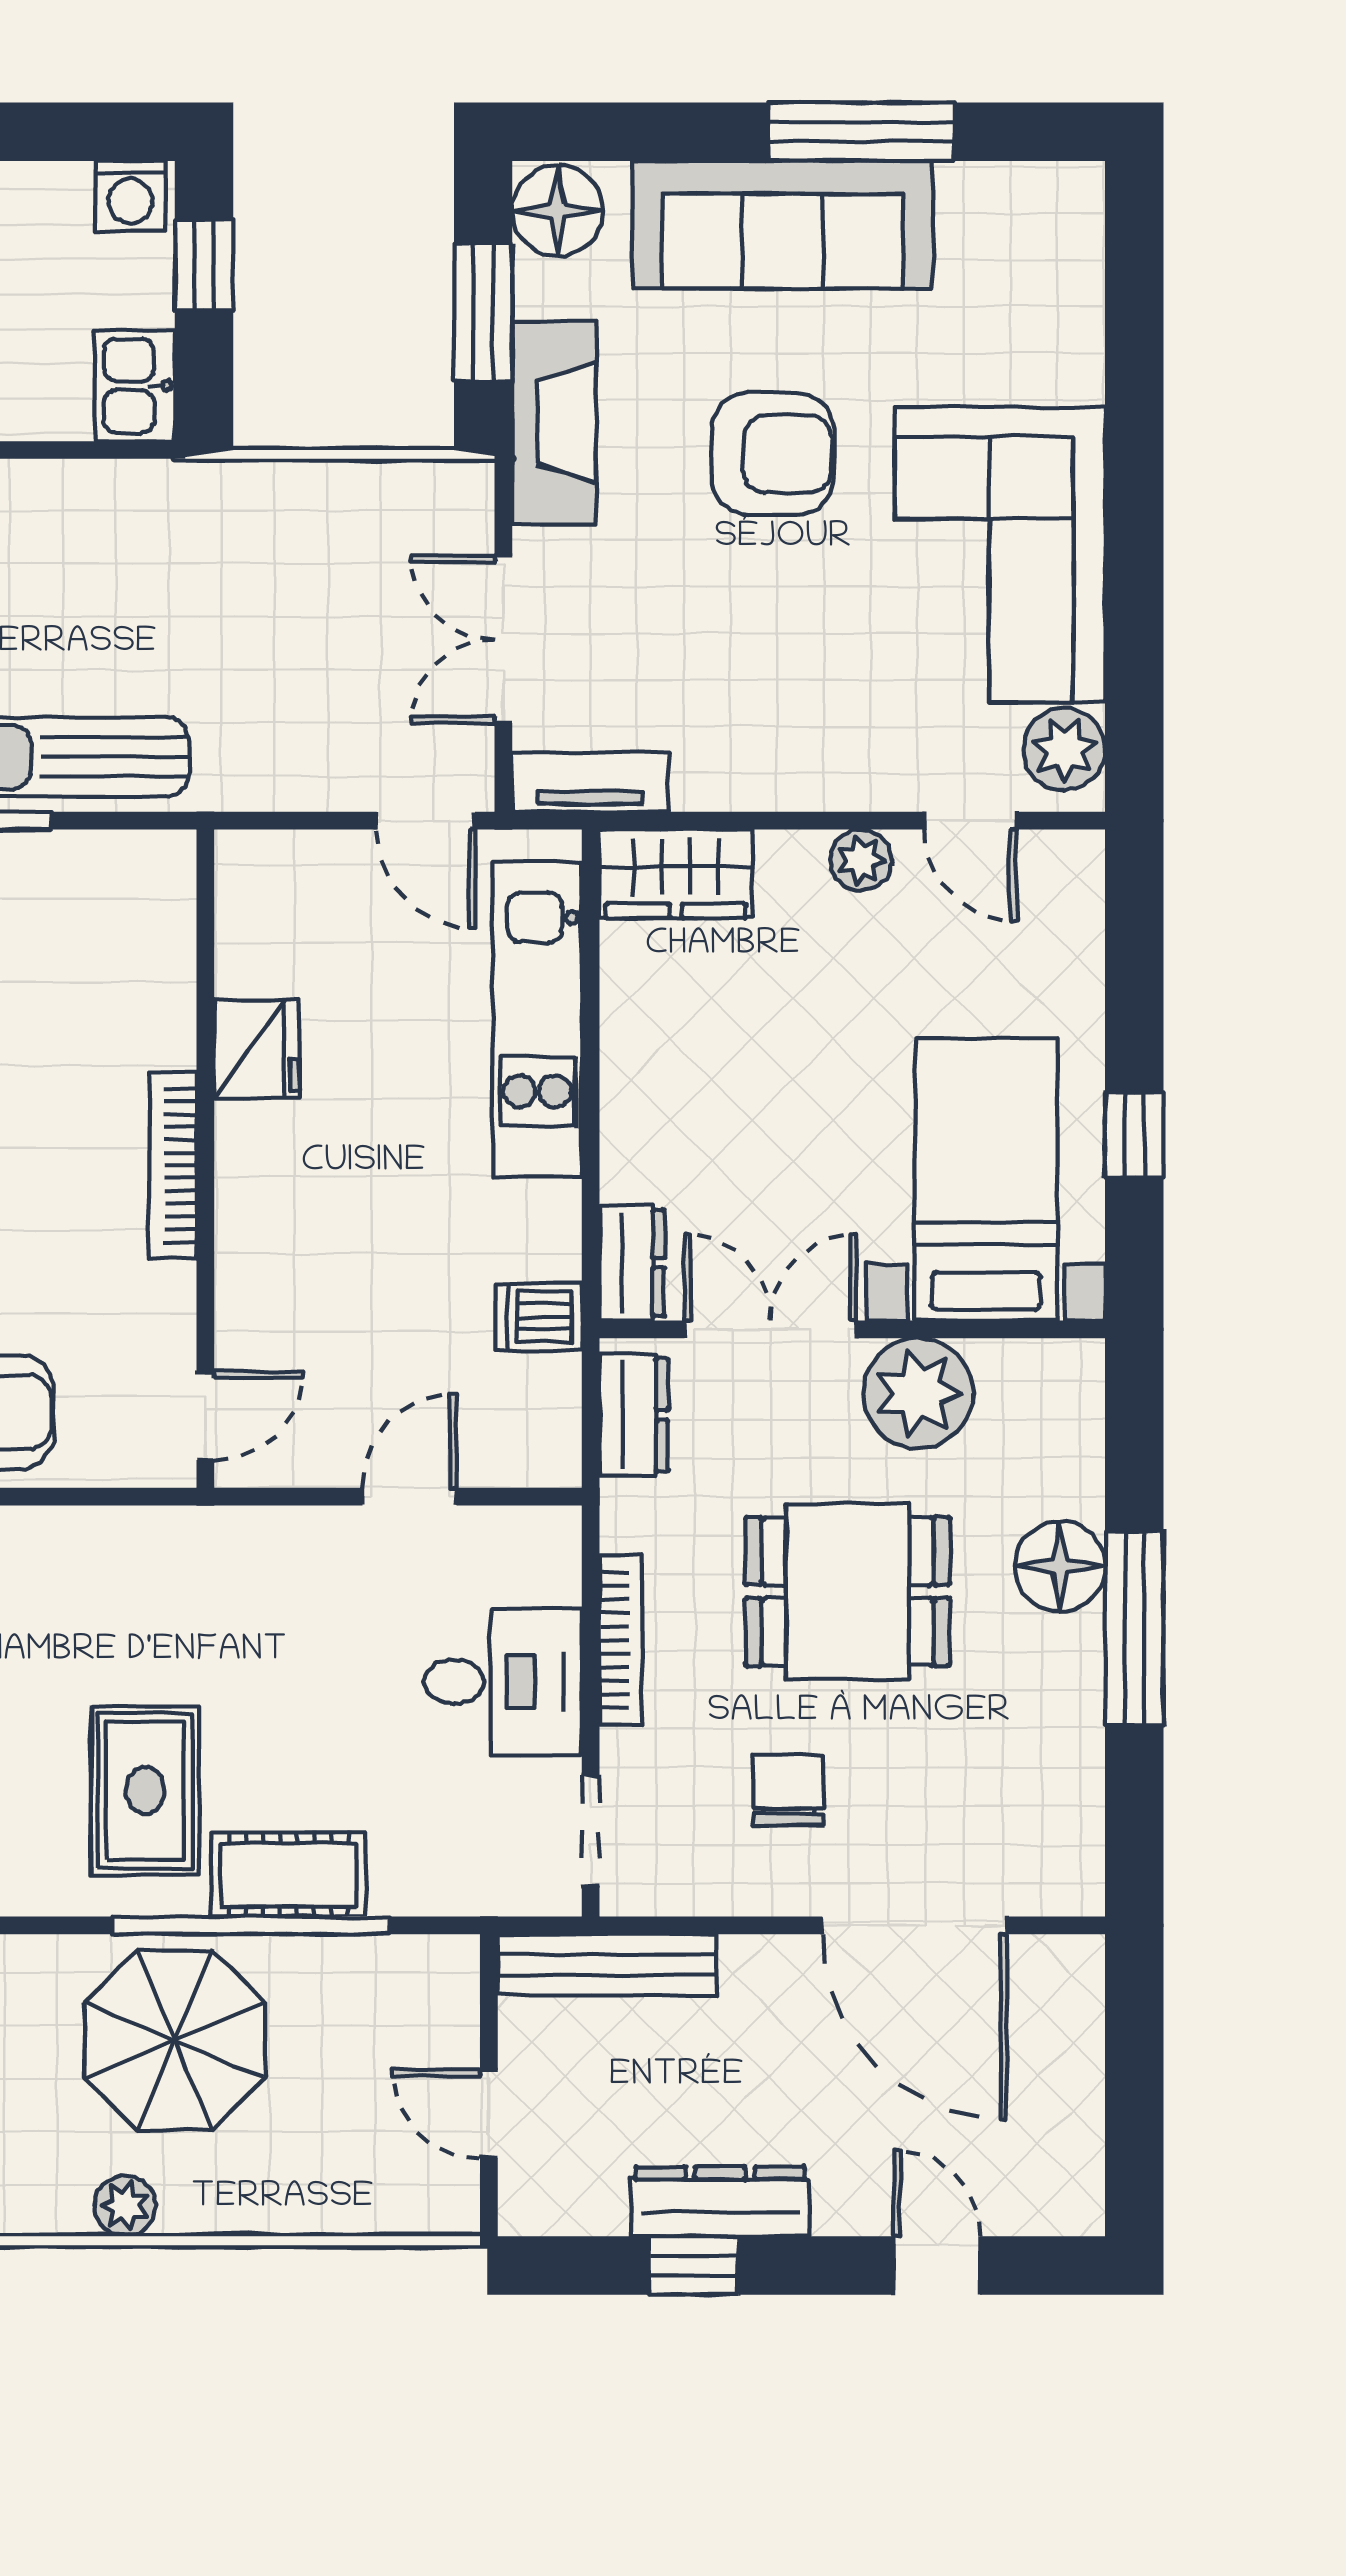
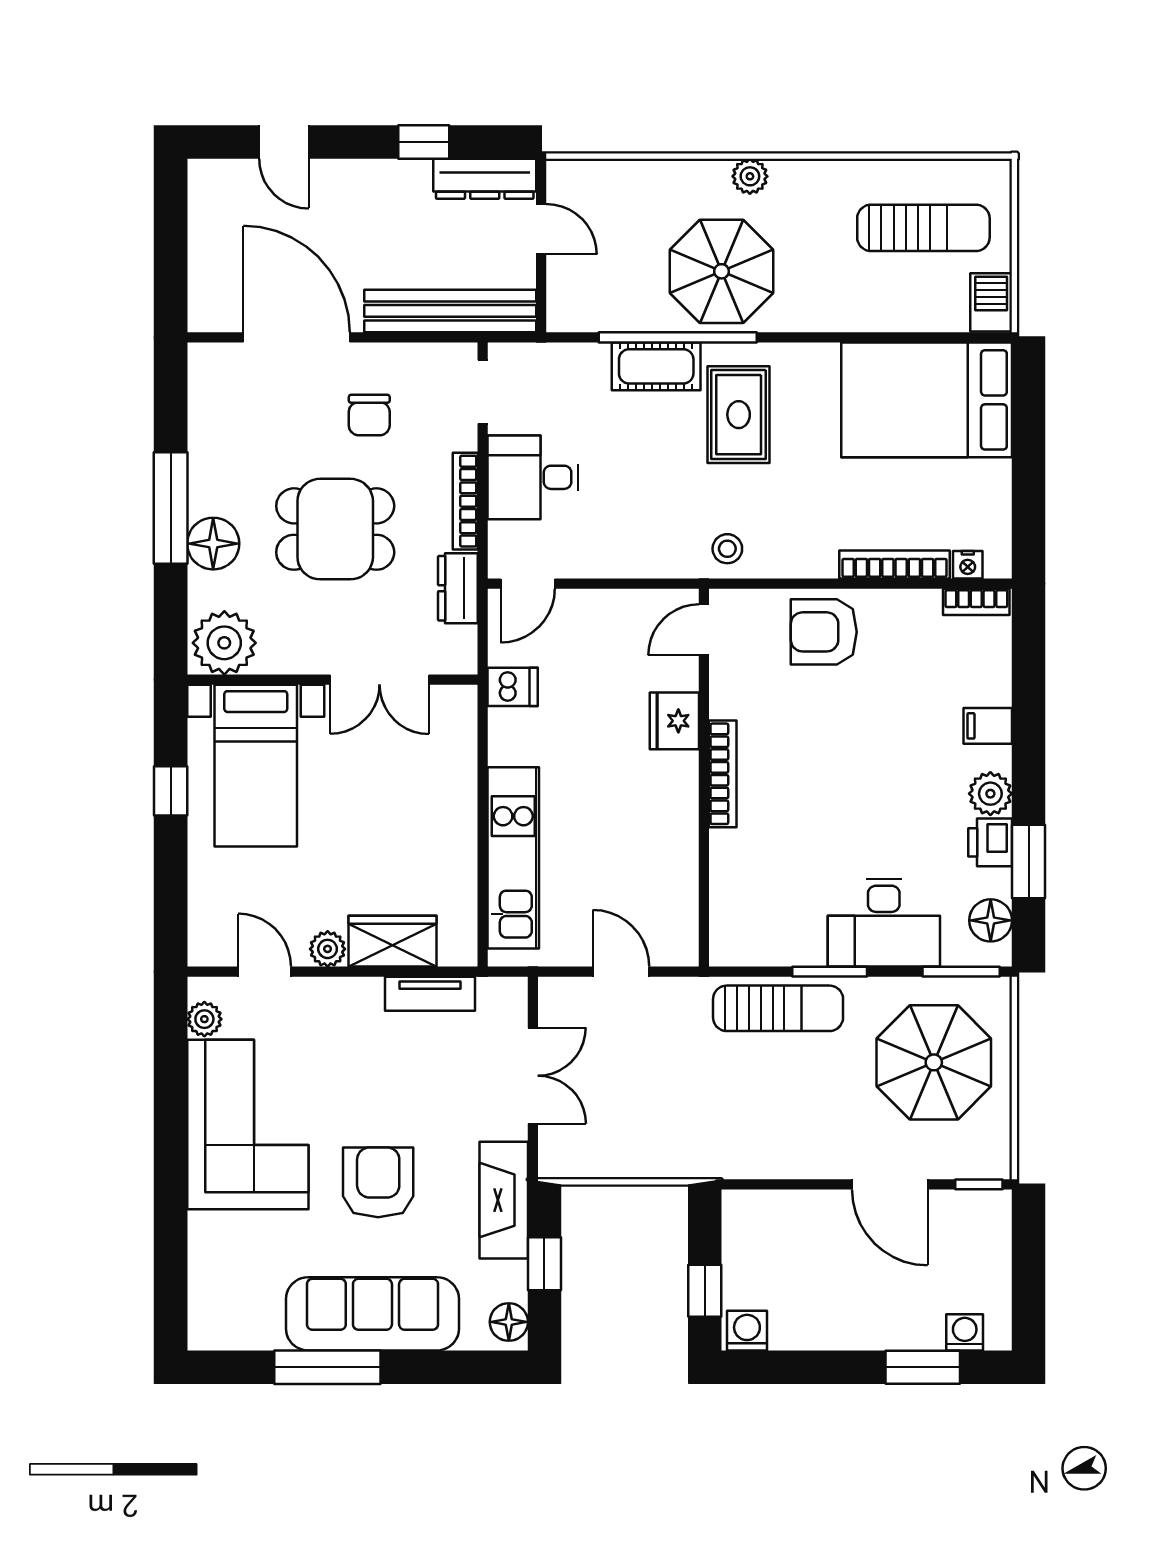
floor lamp: (558, 210) -> (509, 1322), width x0.73, depth x0.73
window: (483, 312) -> (544, 1264), width x0.67
kitchen sink: (135, 386) -> (745, 1221), removed
armchair: (773, 454) -> (378, 1182), turned 90
plant: (1064, 749) -> (204, 1019), width x0.73, depth x0.73
tv unit: (590, 782) -> (430, 994), moved
door: (426, 821) -> (621, 972), moved
wardrobe: (676, 874) -> (392, 941), moved
fridge: (257, 1049) -> (674, 721), moved
dresser: (632, 1263) -> (459, 718), removed
plant: (918, 1393) -> (224, 643), moved
dresser: (634, 1415) -> (458, 588), moved
door: (410, 1497) -> (528, 584), moved
stool: (165, 1557) -> (727, 549), added
bench: (607, 1965) -> (450, 311), width x1.37, depth x1.21
dresser: (720, 2201) -> (485, 179), moved

